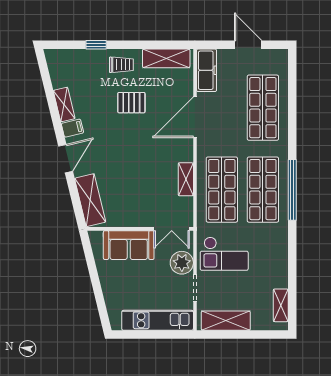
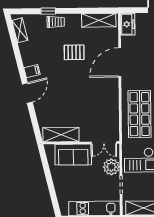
trolley: (121, 65) -> (56, 22), moved
freezer: (207, 70) -> (128, 24), width x0.71
shelving: (64, 104) -> (20, 30), moved
shelving: (186, 179) -> (114, 107), removed
shelving: (90, 200) -> (61, 135), moved, turned -76

